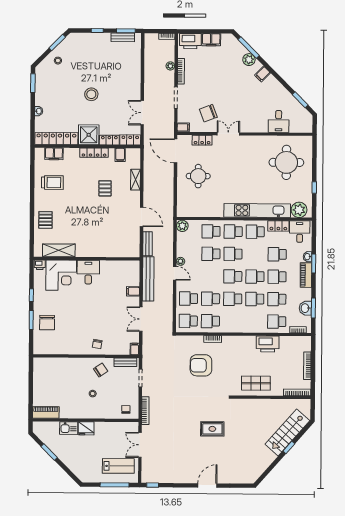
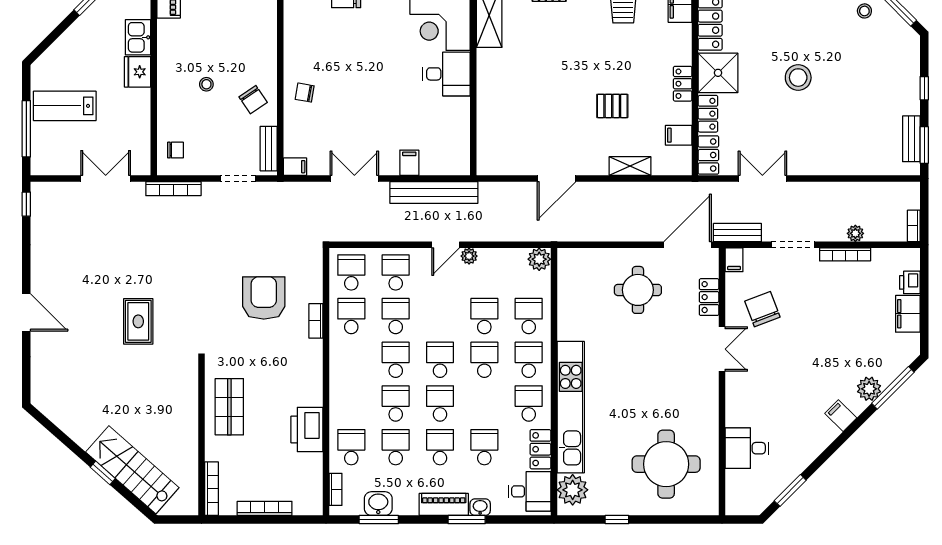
printer: (190, 41) -> (910, 282), width x0.53, depth x0.68
locker: (94, 153) -> (683, 84), width x0.66
bench: (148, 244) -> (737, 233), moved
lab bench: (118, 466) -> (65, 106), moved, turned 90

